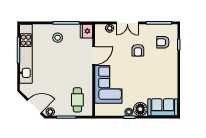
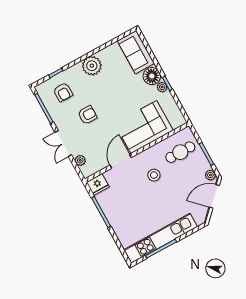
double door: (127, 23) -> (63, 144), swing flipped
stool: (58, 38) -> (154, 175), moved
door: (94, 56) -> (121, 161), hinge flipped
plant: (170, 72) -> (92, 66), added
door: (34, 106) -> (214, 196), hinge flipped

